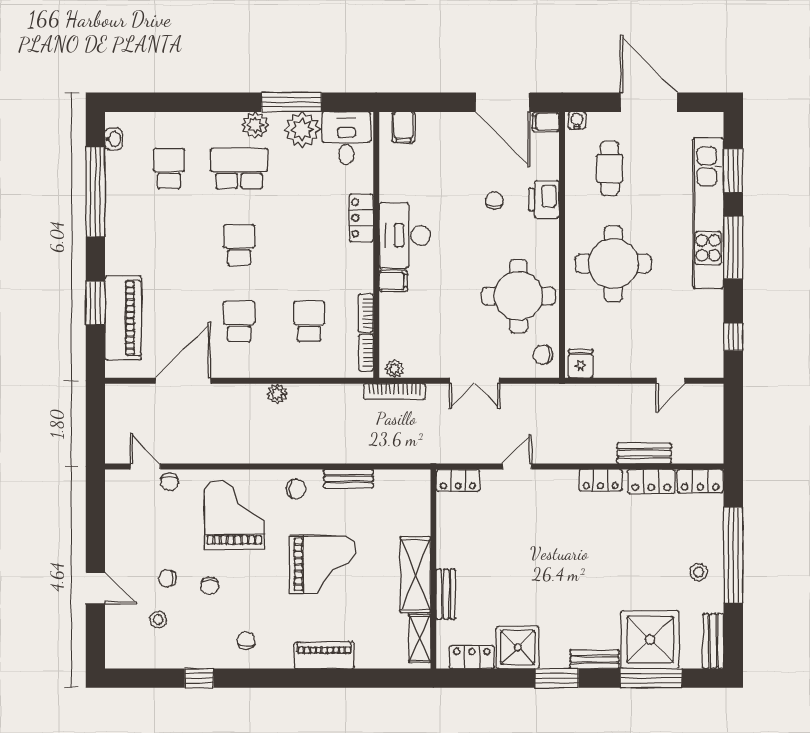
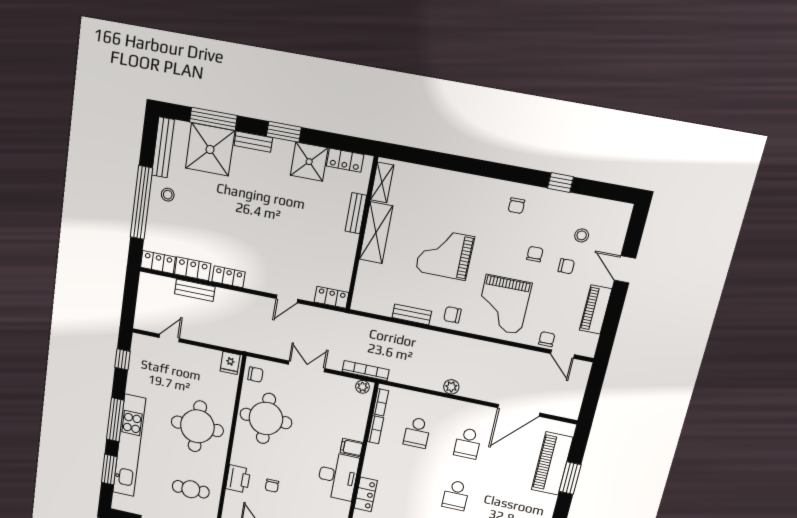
cafe table: (610, 168) -> (191, 489), turned 90
bench: (713, 641) -> (163, 147), width x1.36
piano: (324, 655) -> (596, 309), moved, turned 90

